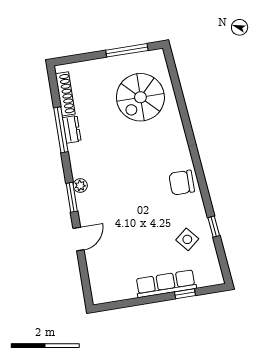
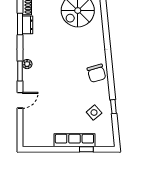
window: (61, 130) -> (20, 24), width x0.69
chair: (182, 183) -> (96, 73), turned -106

